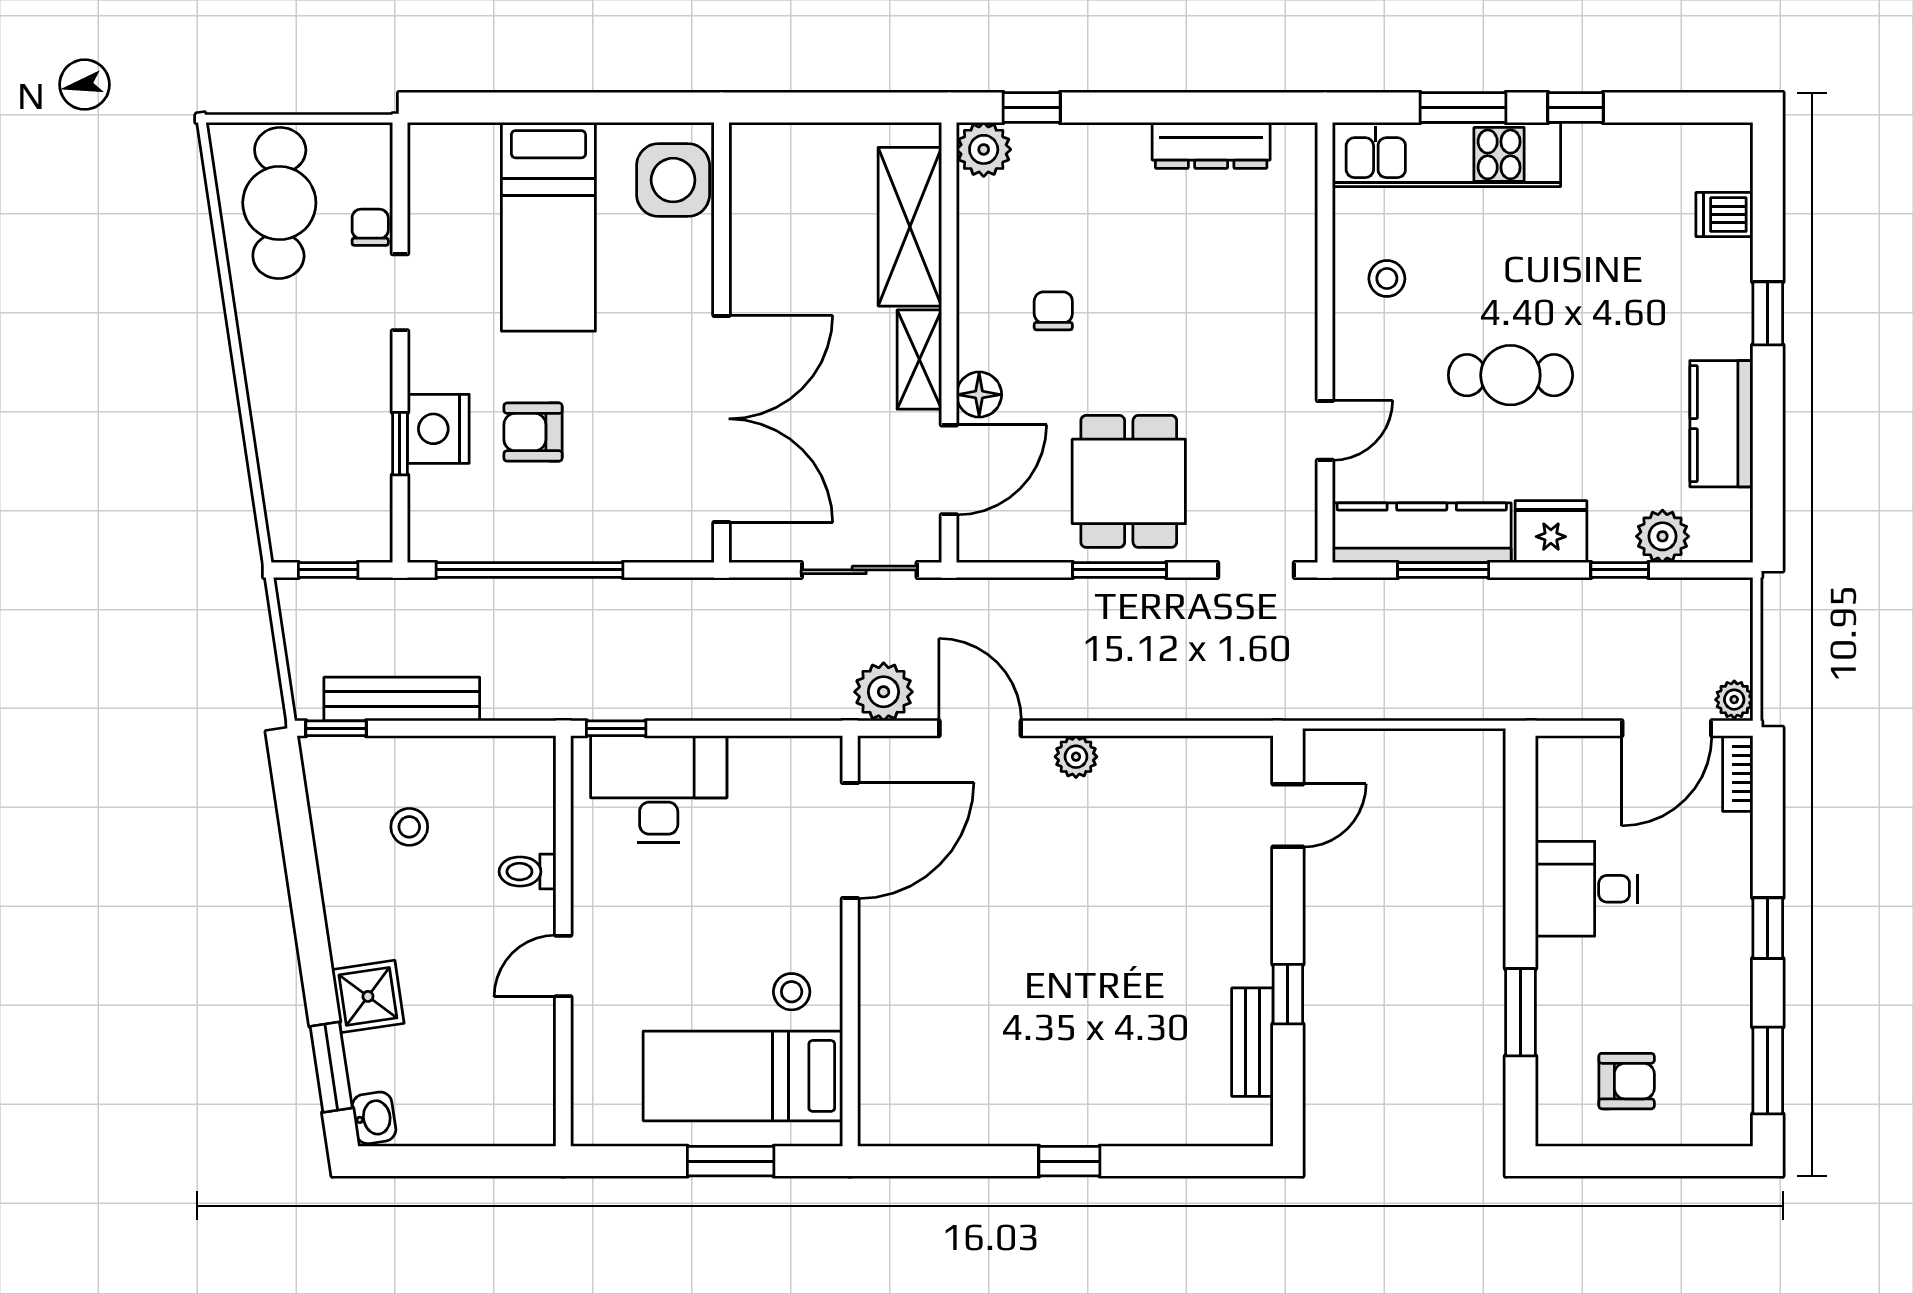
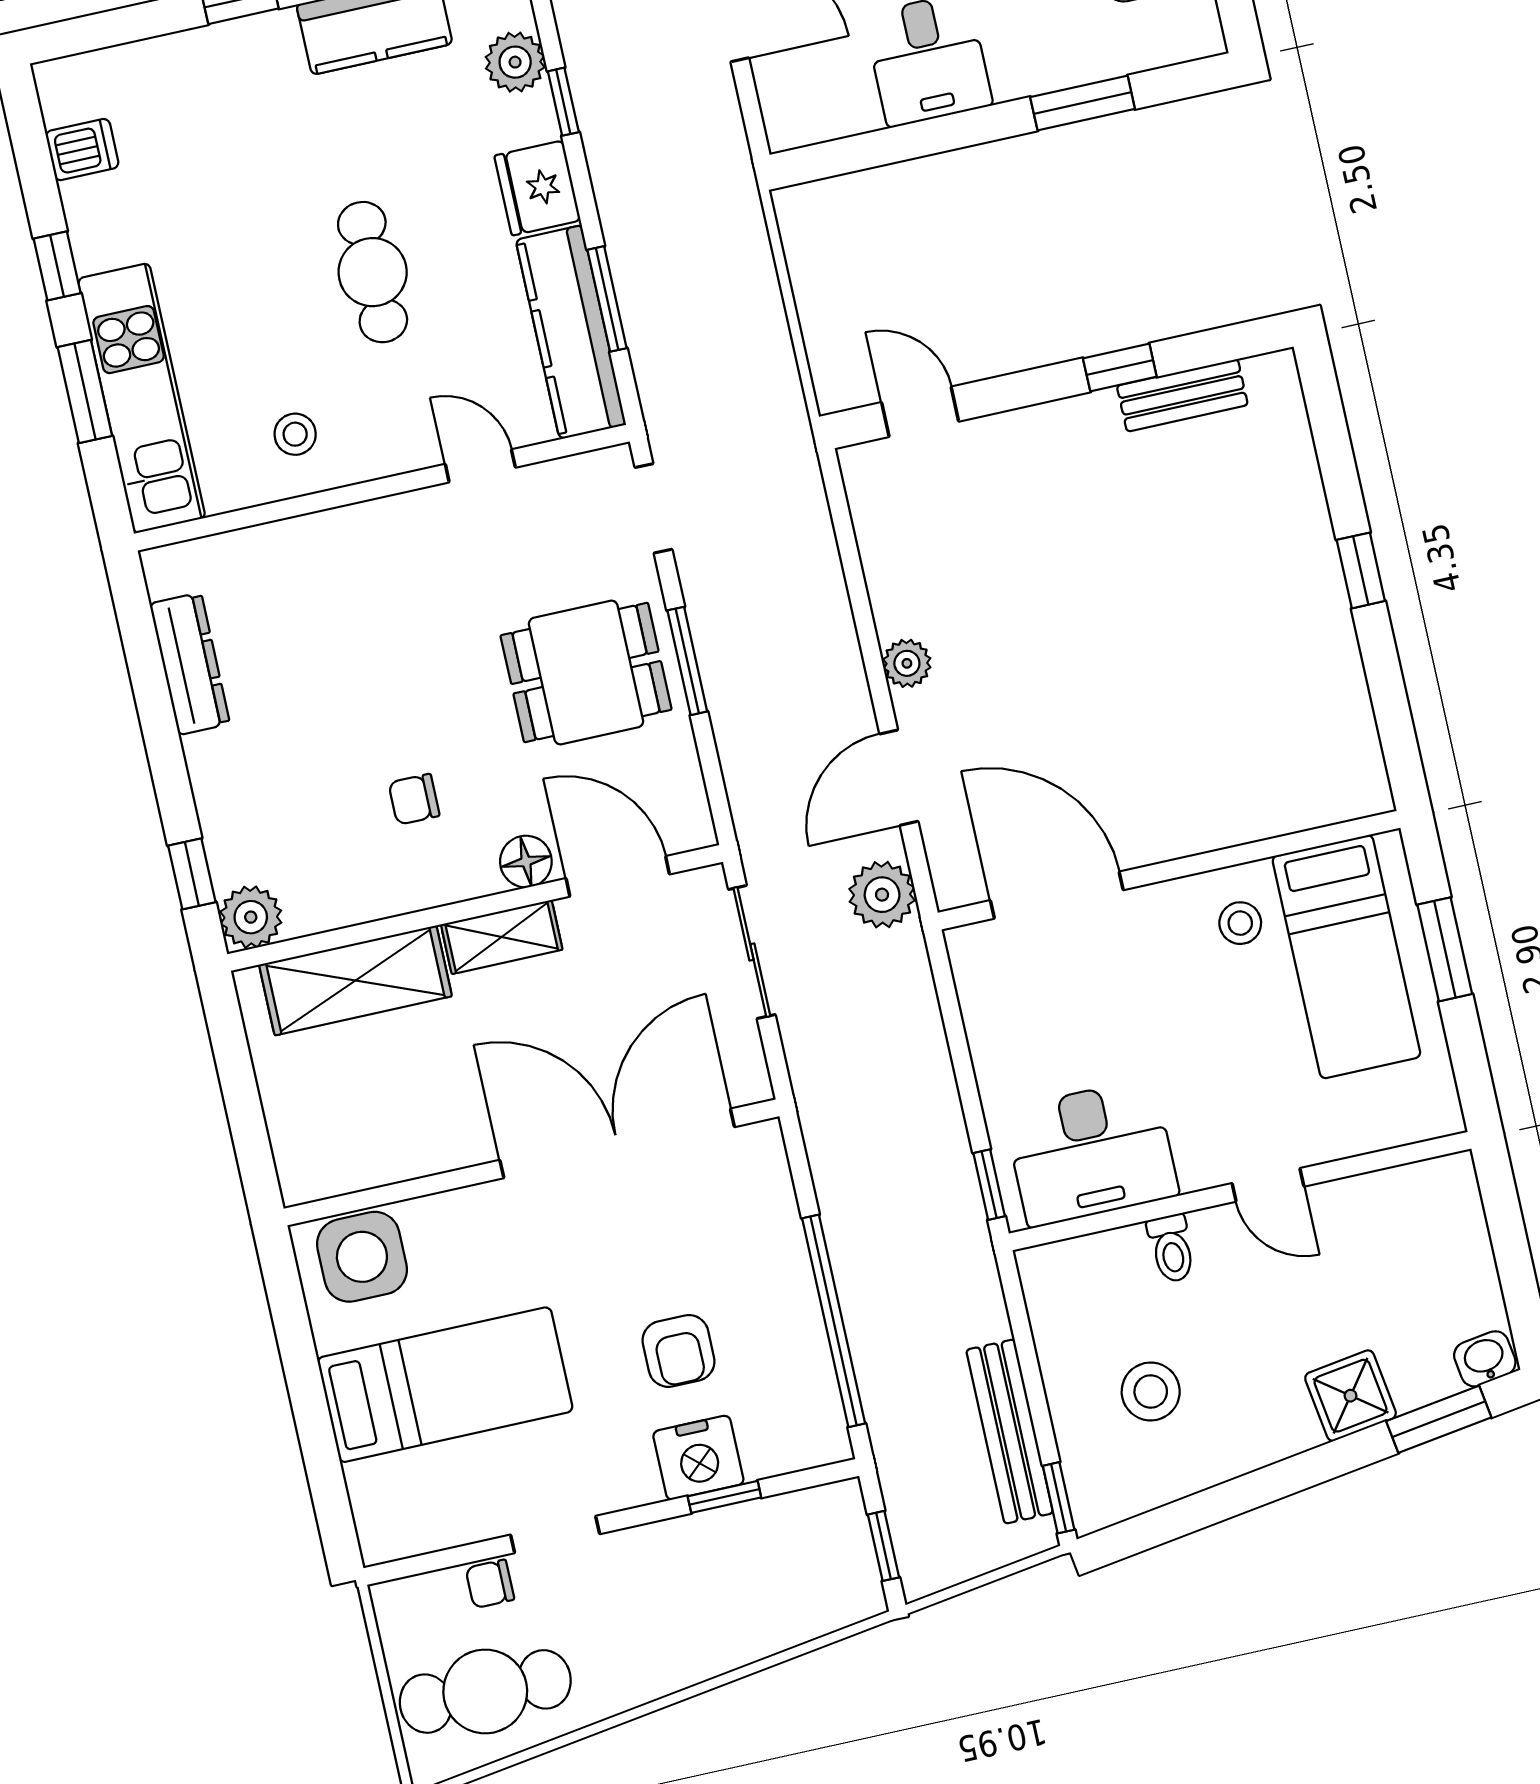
dishwasher: (1724, 215) -> (82, 150), moved, turned -90
desk: (659, 789) -> (1091, 1153), moved, turned -90
stool: (409, 827) -> (1151, 1392), width x1.37, depth x1.37

